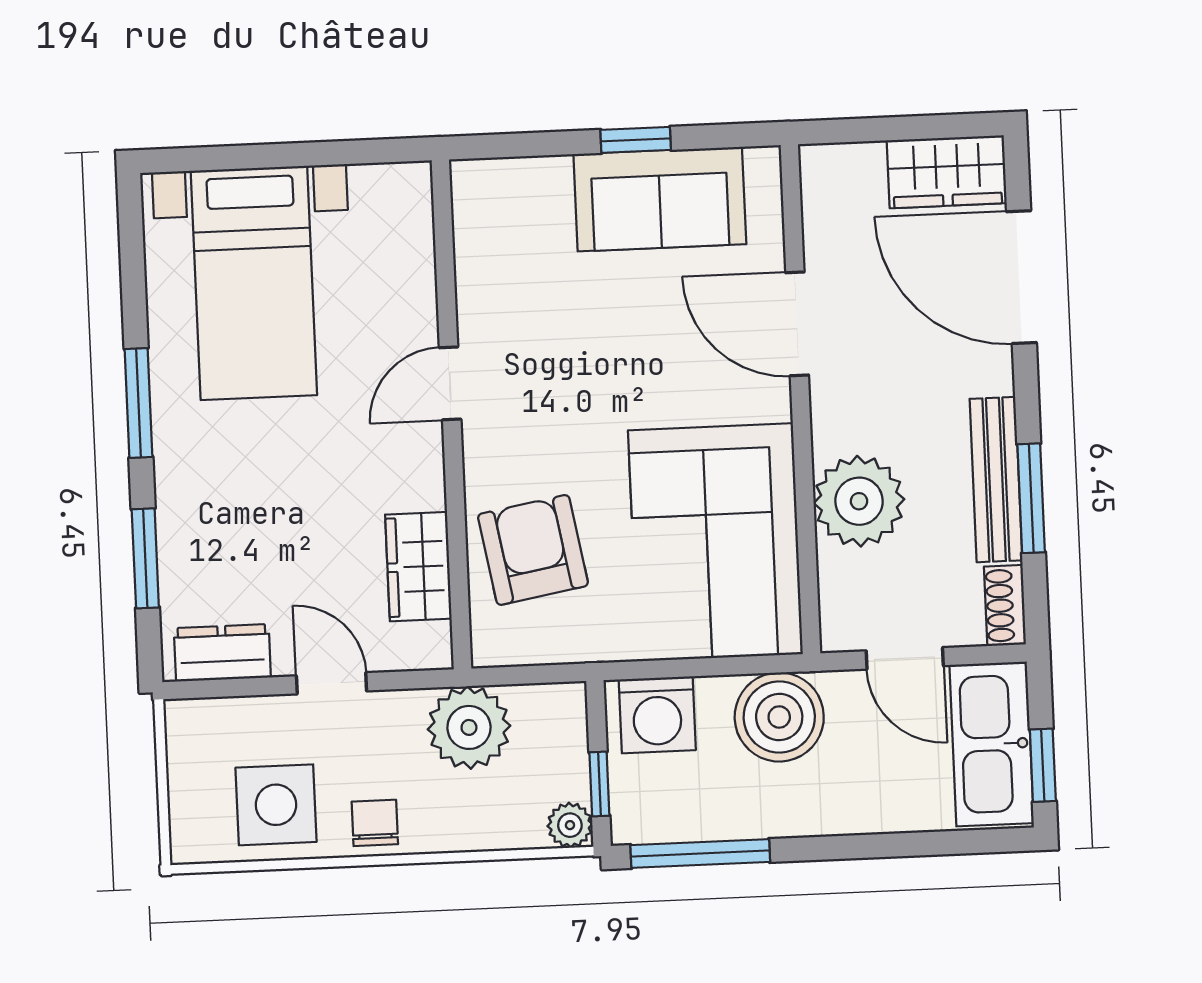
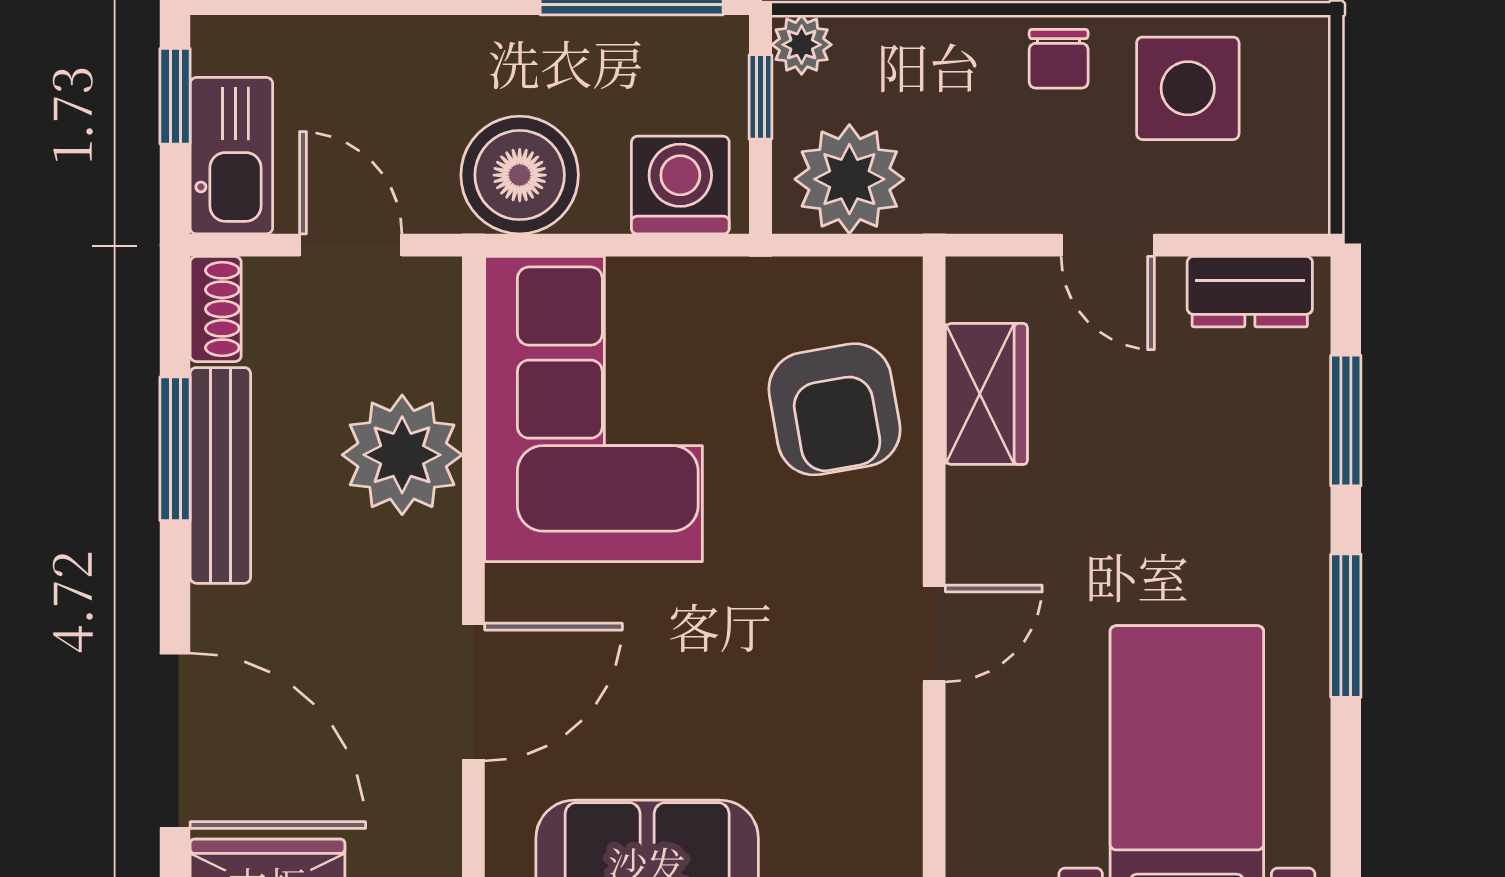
door: (797, 324) -> (473, 692), hinge flipped
plant: (469, 727) -> (849, 179), moved
kitchen sink: (992, 744) -> (231, 156), width x0.73, depth x0.81

